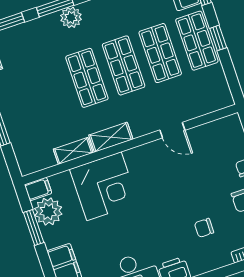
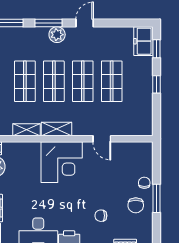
shop shelf: (197, 41) -> (25, 81), moved
corner desk: (104, 186) -> (62, 162), moved

